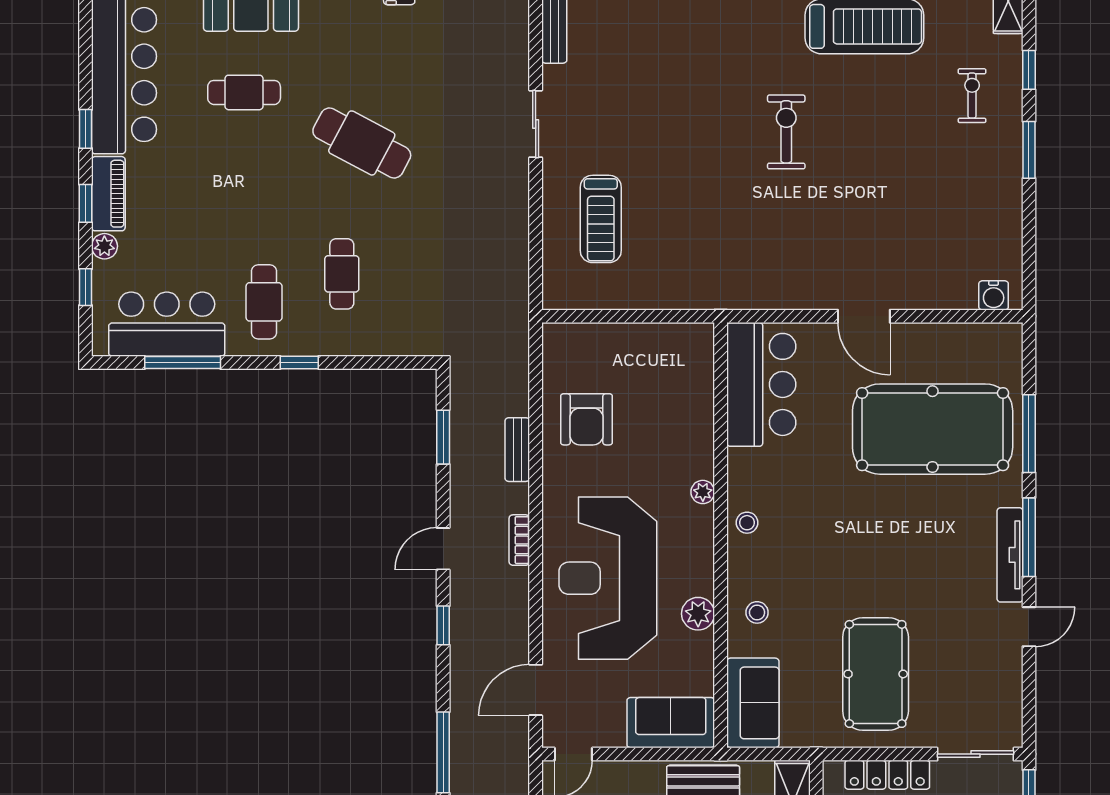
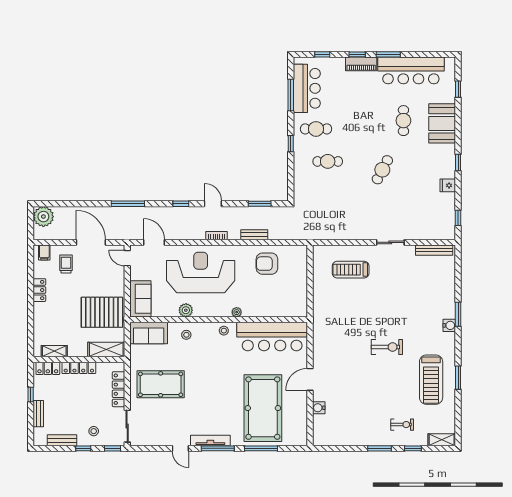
window: (86, 129) -> (388, 54), width x1.50
cafe table: (362, 143) -> (382, 170), width x0.73, depth x0.74
plant: (104, 246) -> (339, 62), removed
water cooler: (994, 295) -> (319, 408), moved
bar counter: (761, 384) -> (272, 337), width x1.36

